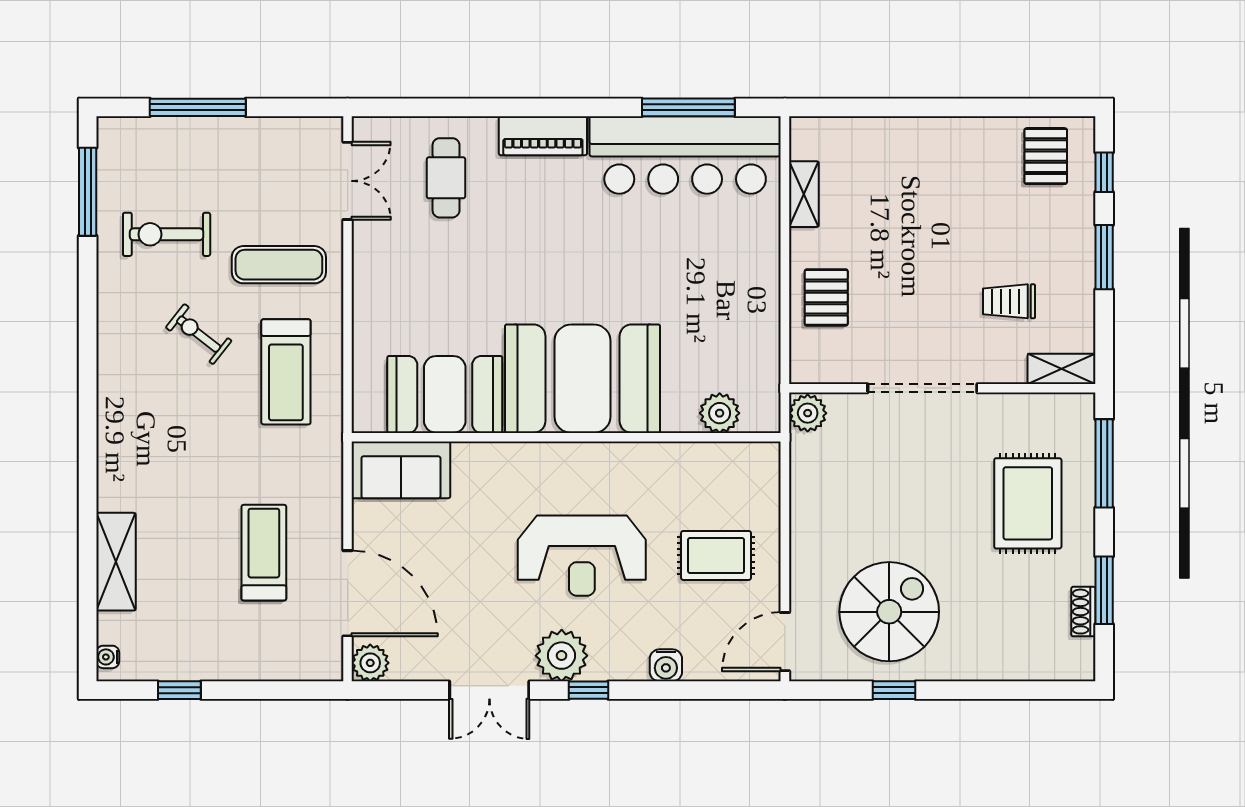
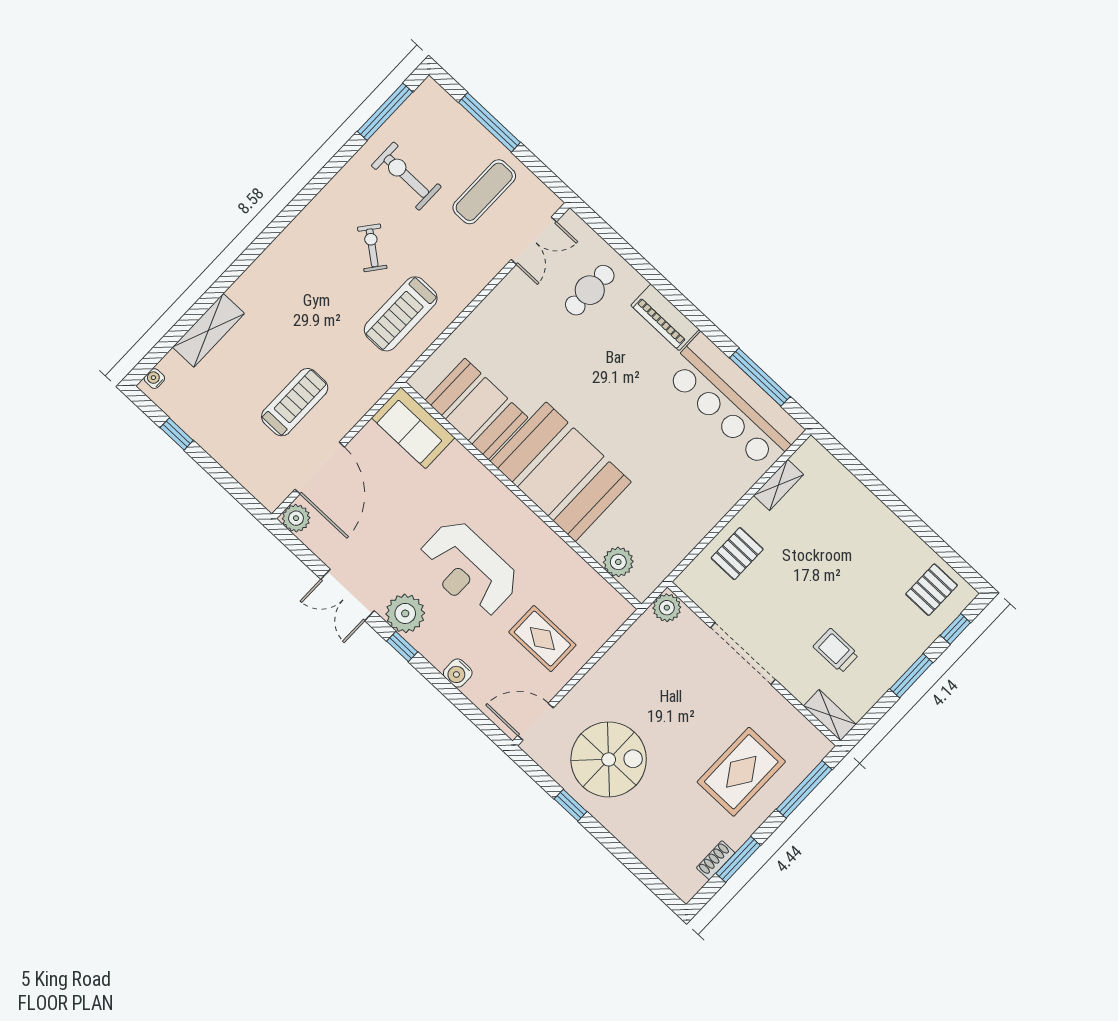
exercise mat: (279, 265) -> (484, 192), moved, turned 90

